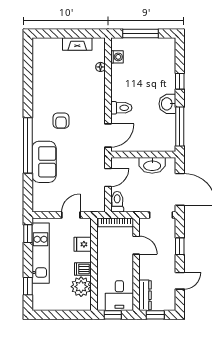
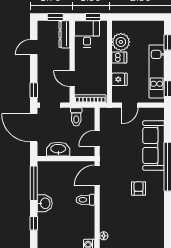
sofa: (44, 162) -> (154, 146), width x1.36
toilet: (117, 202) -> (76, 117), moved
window: (180, 246) -> (34, 90), moved

